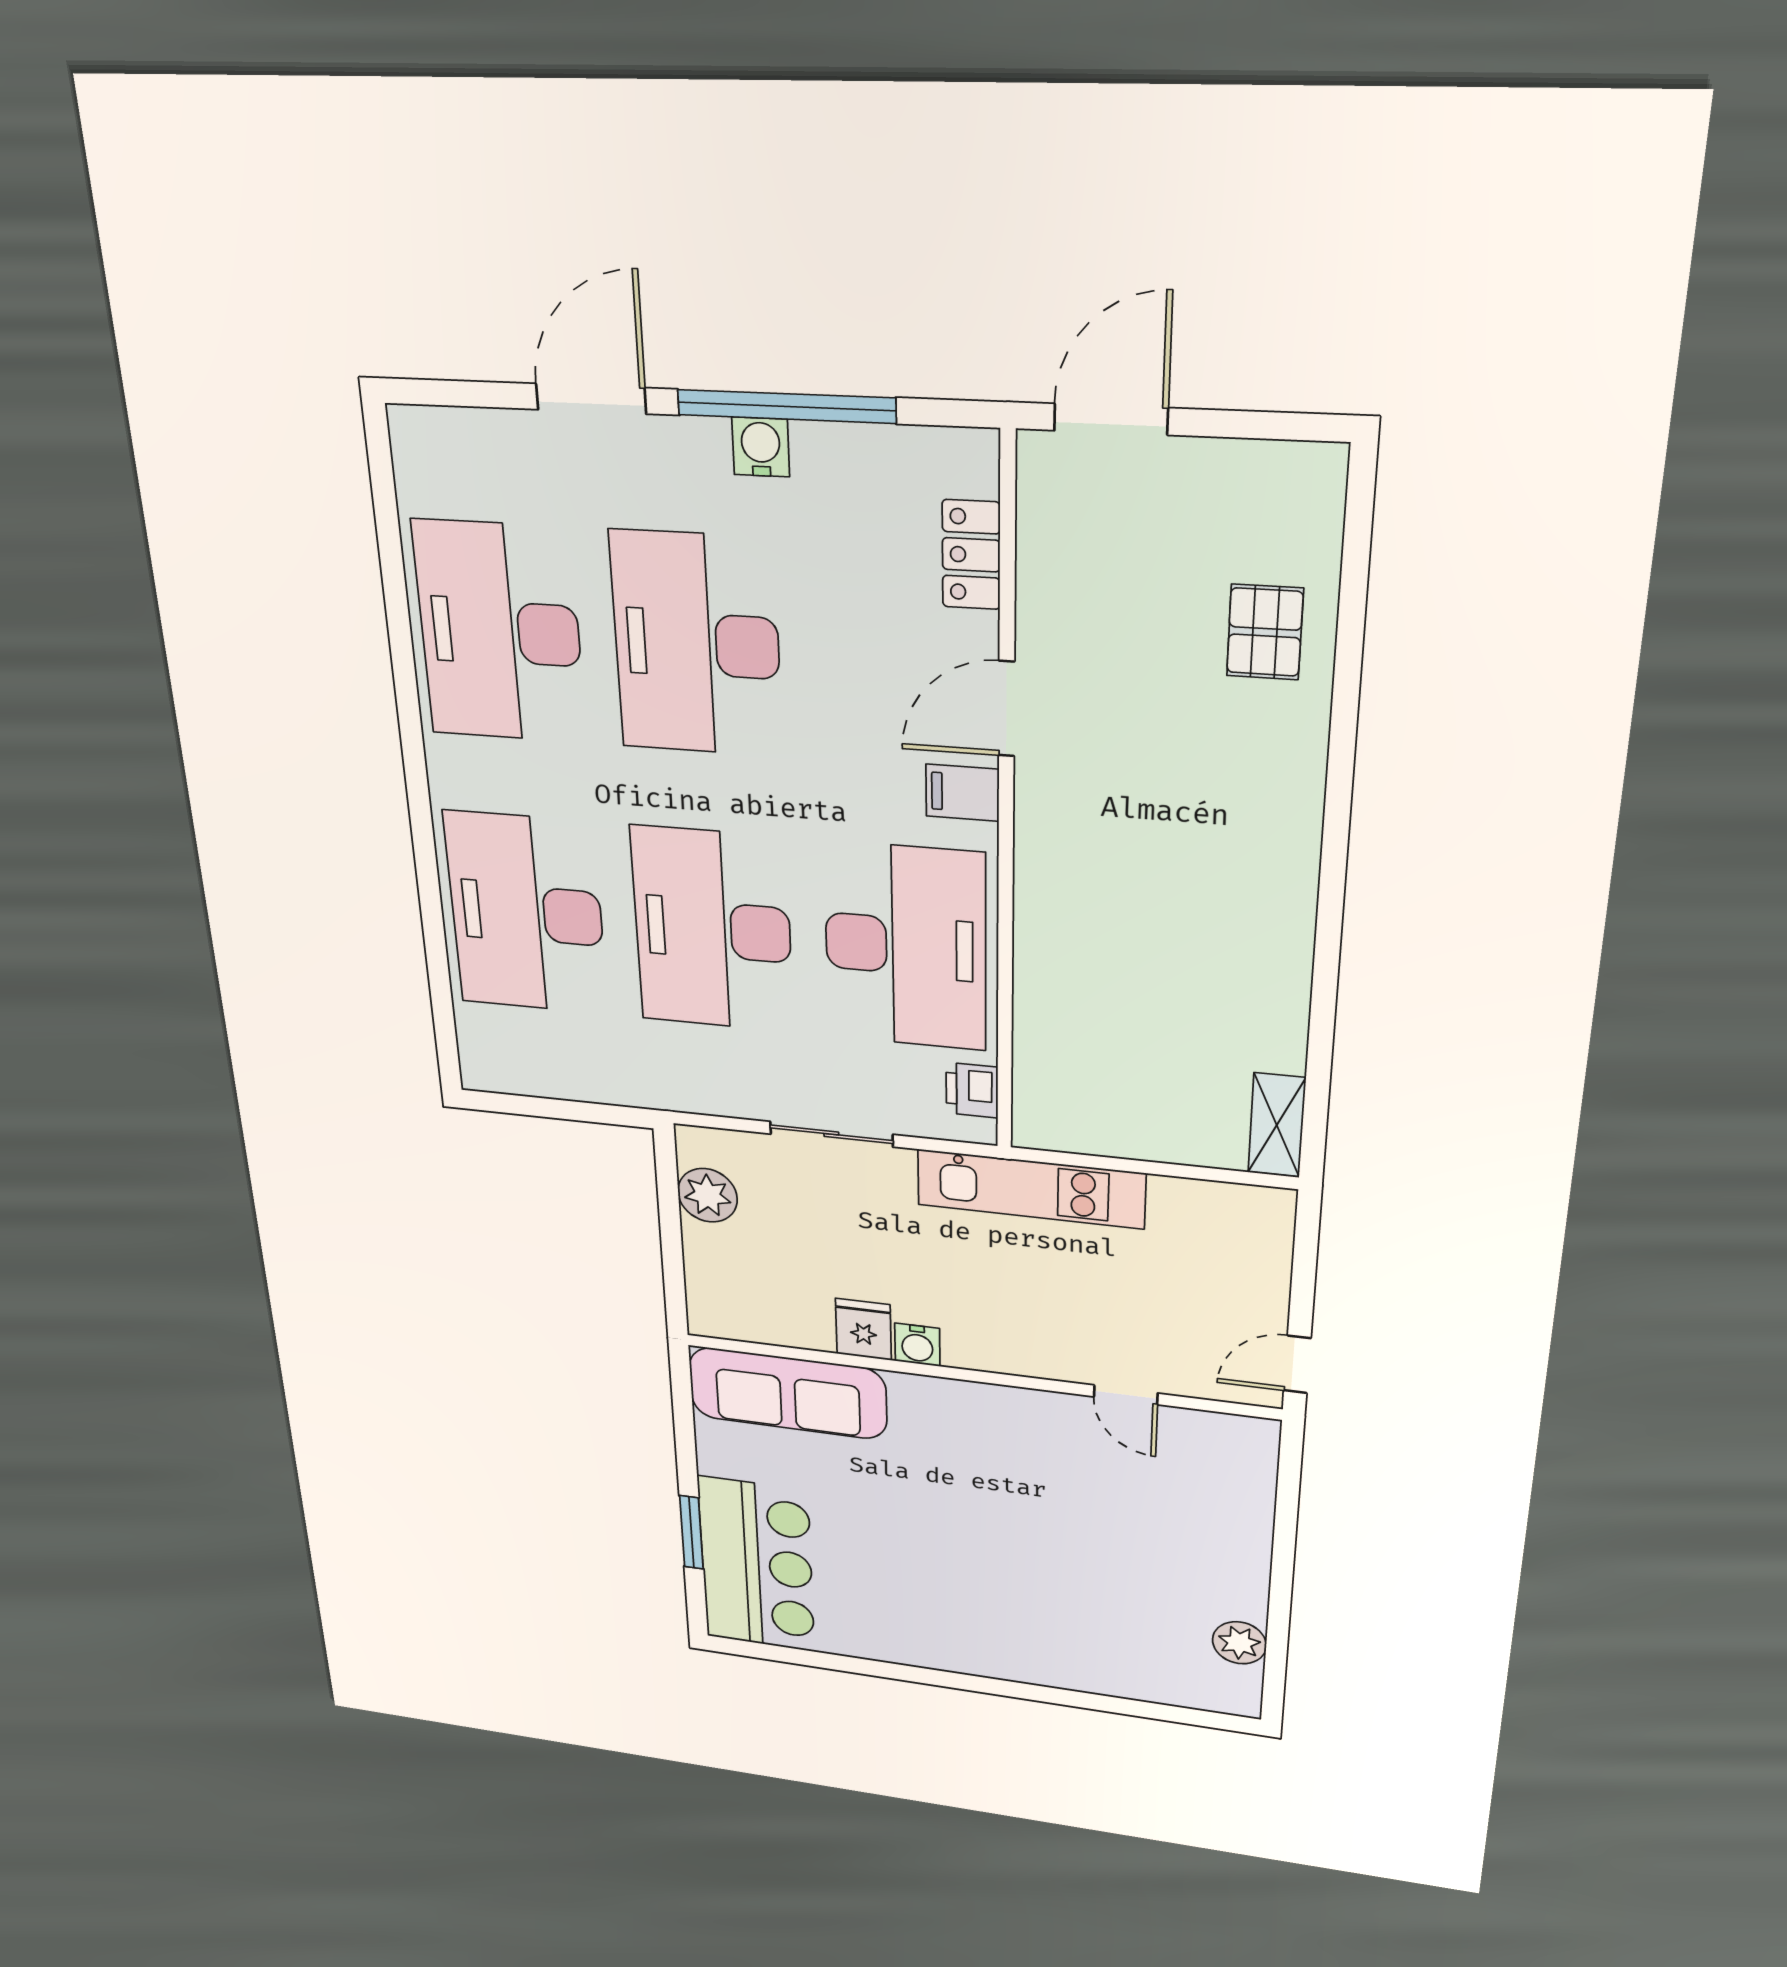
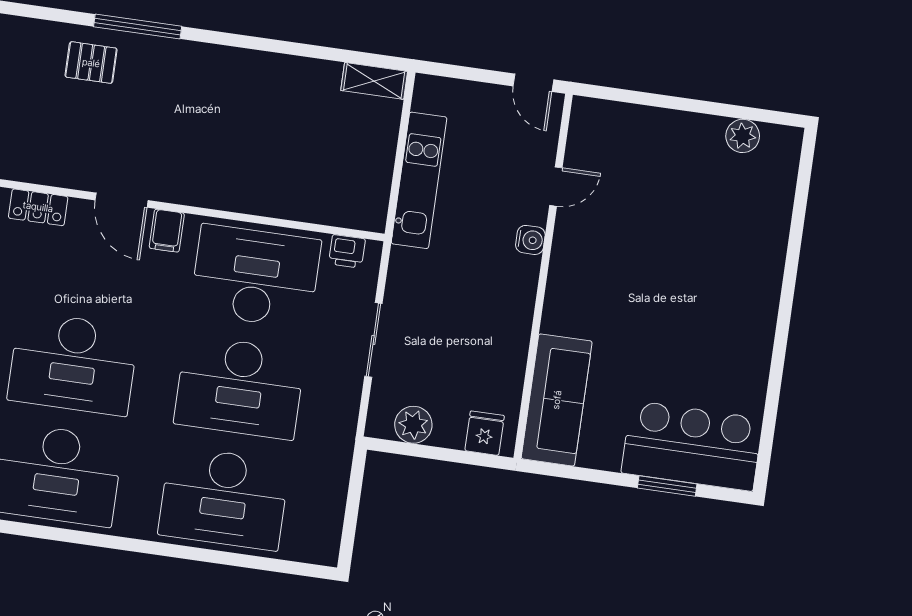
window: (1344, 715) -> (138, 26), added
kitchen unit: (1031, 1189) -> (419, 180), moved
fridge: (863, 1329) -> (485, 433), moved, turned 90
water cooler: (917, 1345) -> (530, 240), moved

